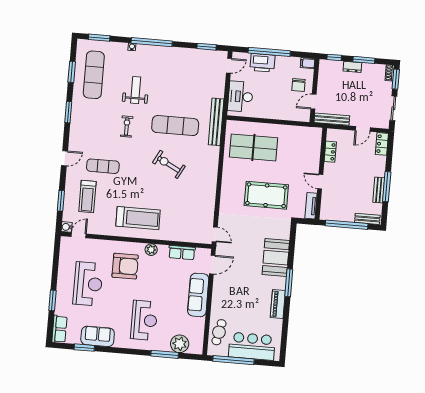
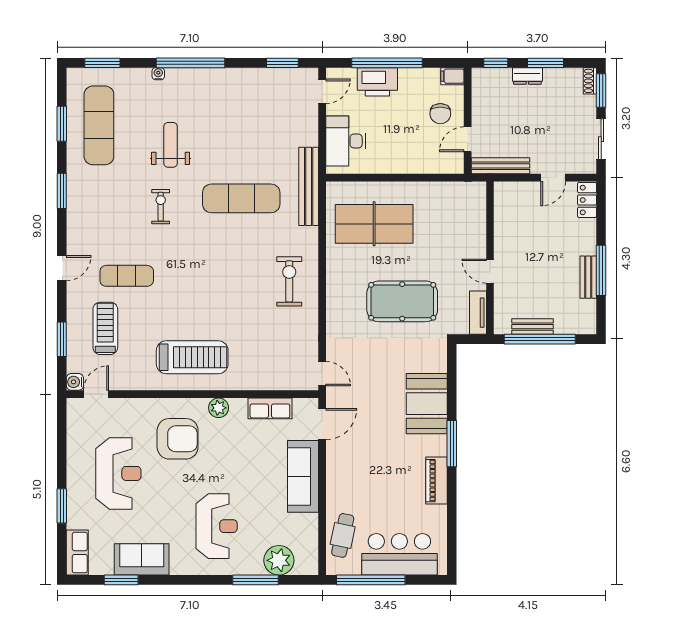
locker: (330, 152) -> (502, 220), removed
exercise bike: (169, 164) -> (289, 281), moved, turned 62
treadmill: (87, 196) -> (105, 328), turned 180
bench: (367, 219) -> (532, 327), moved

